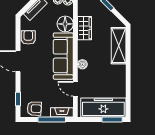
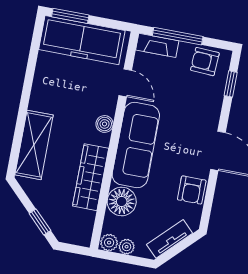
wardrobe: (85, 28) -> (91, 177), width x1.50

